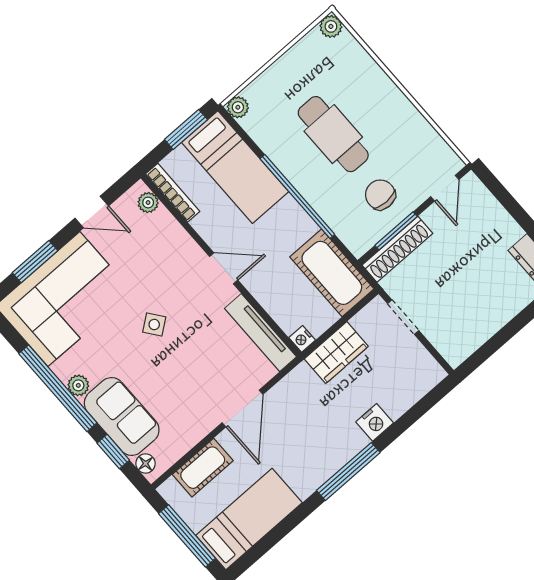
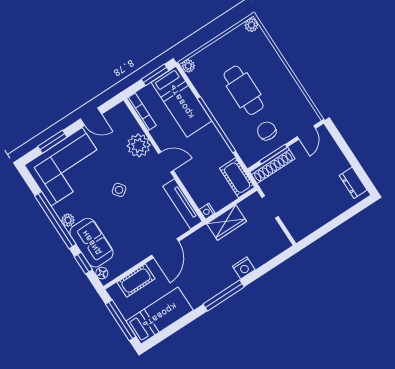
plant: (148, 203) -> (139, 145), moved, width x1.88, depth x1.88
cot: (332, 273) -> (237, 178), width x0.73, depth x0.75

